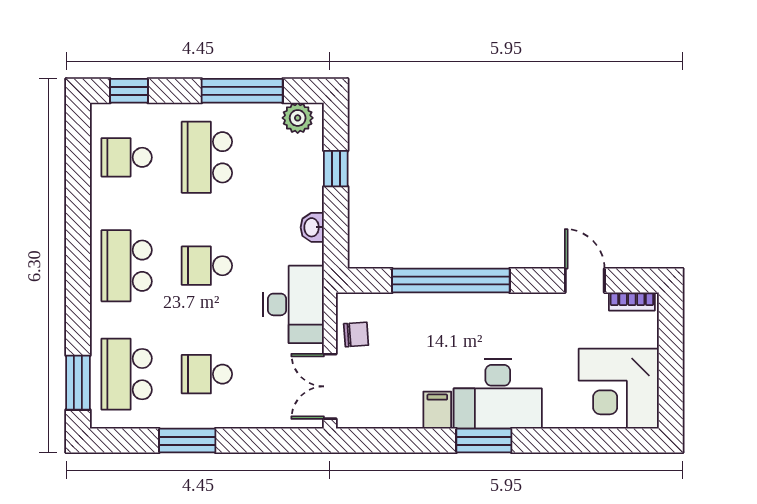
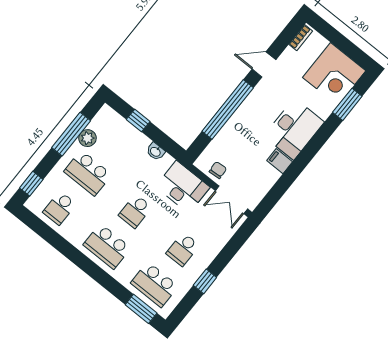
plant: (298, 118) -> (87, 138), moved
door: (585, 281) -> (264, 64), moved
window: (187, 441) -> (205, 281), width x0.67
window: (484, 441) -> (347, 104), moved

